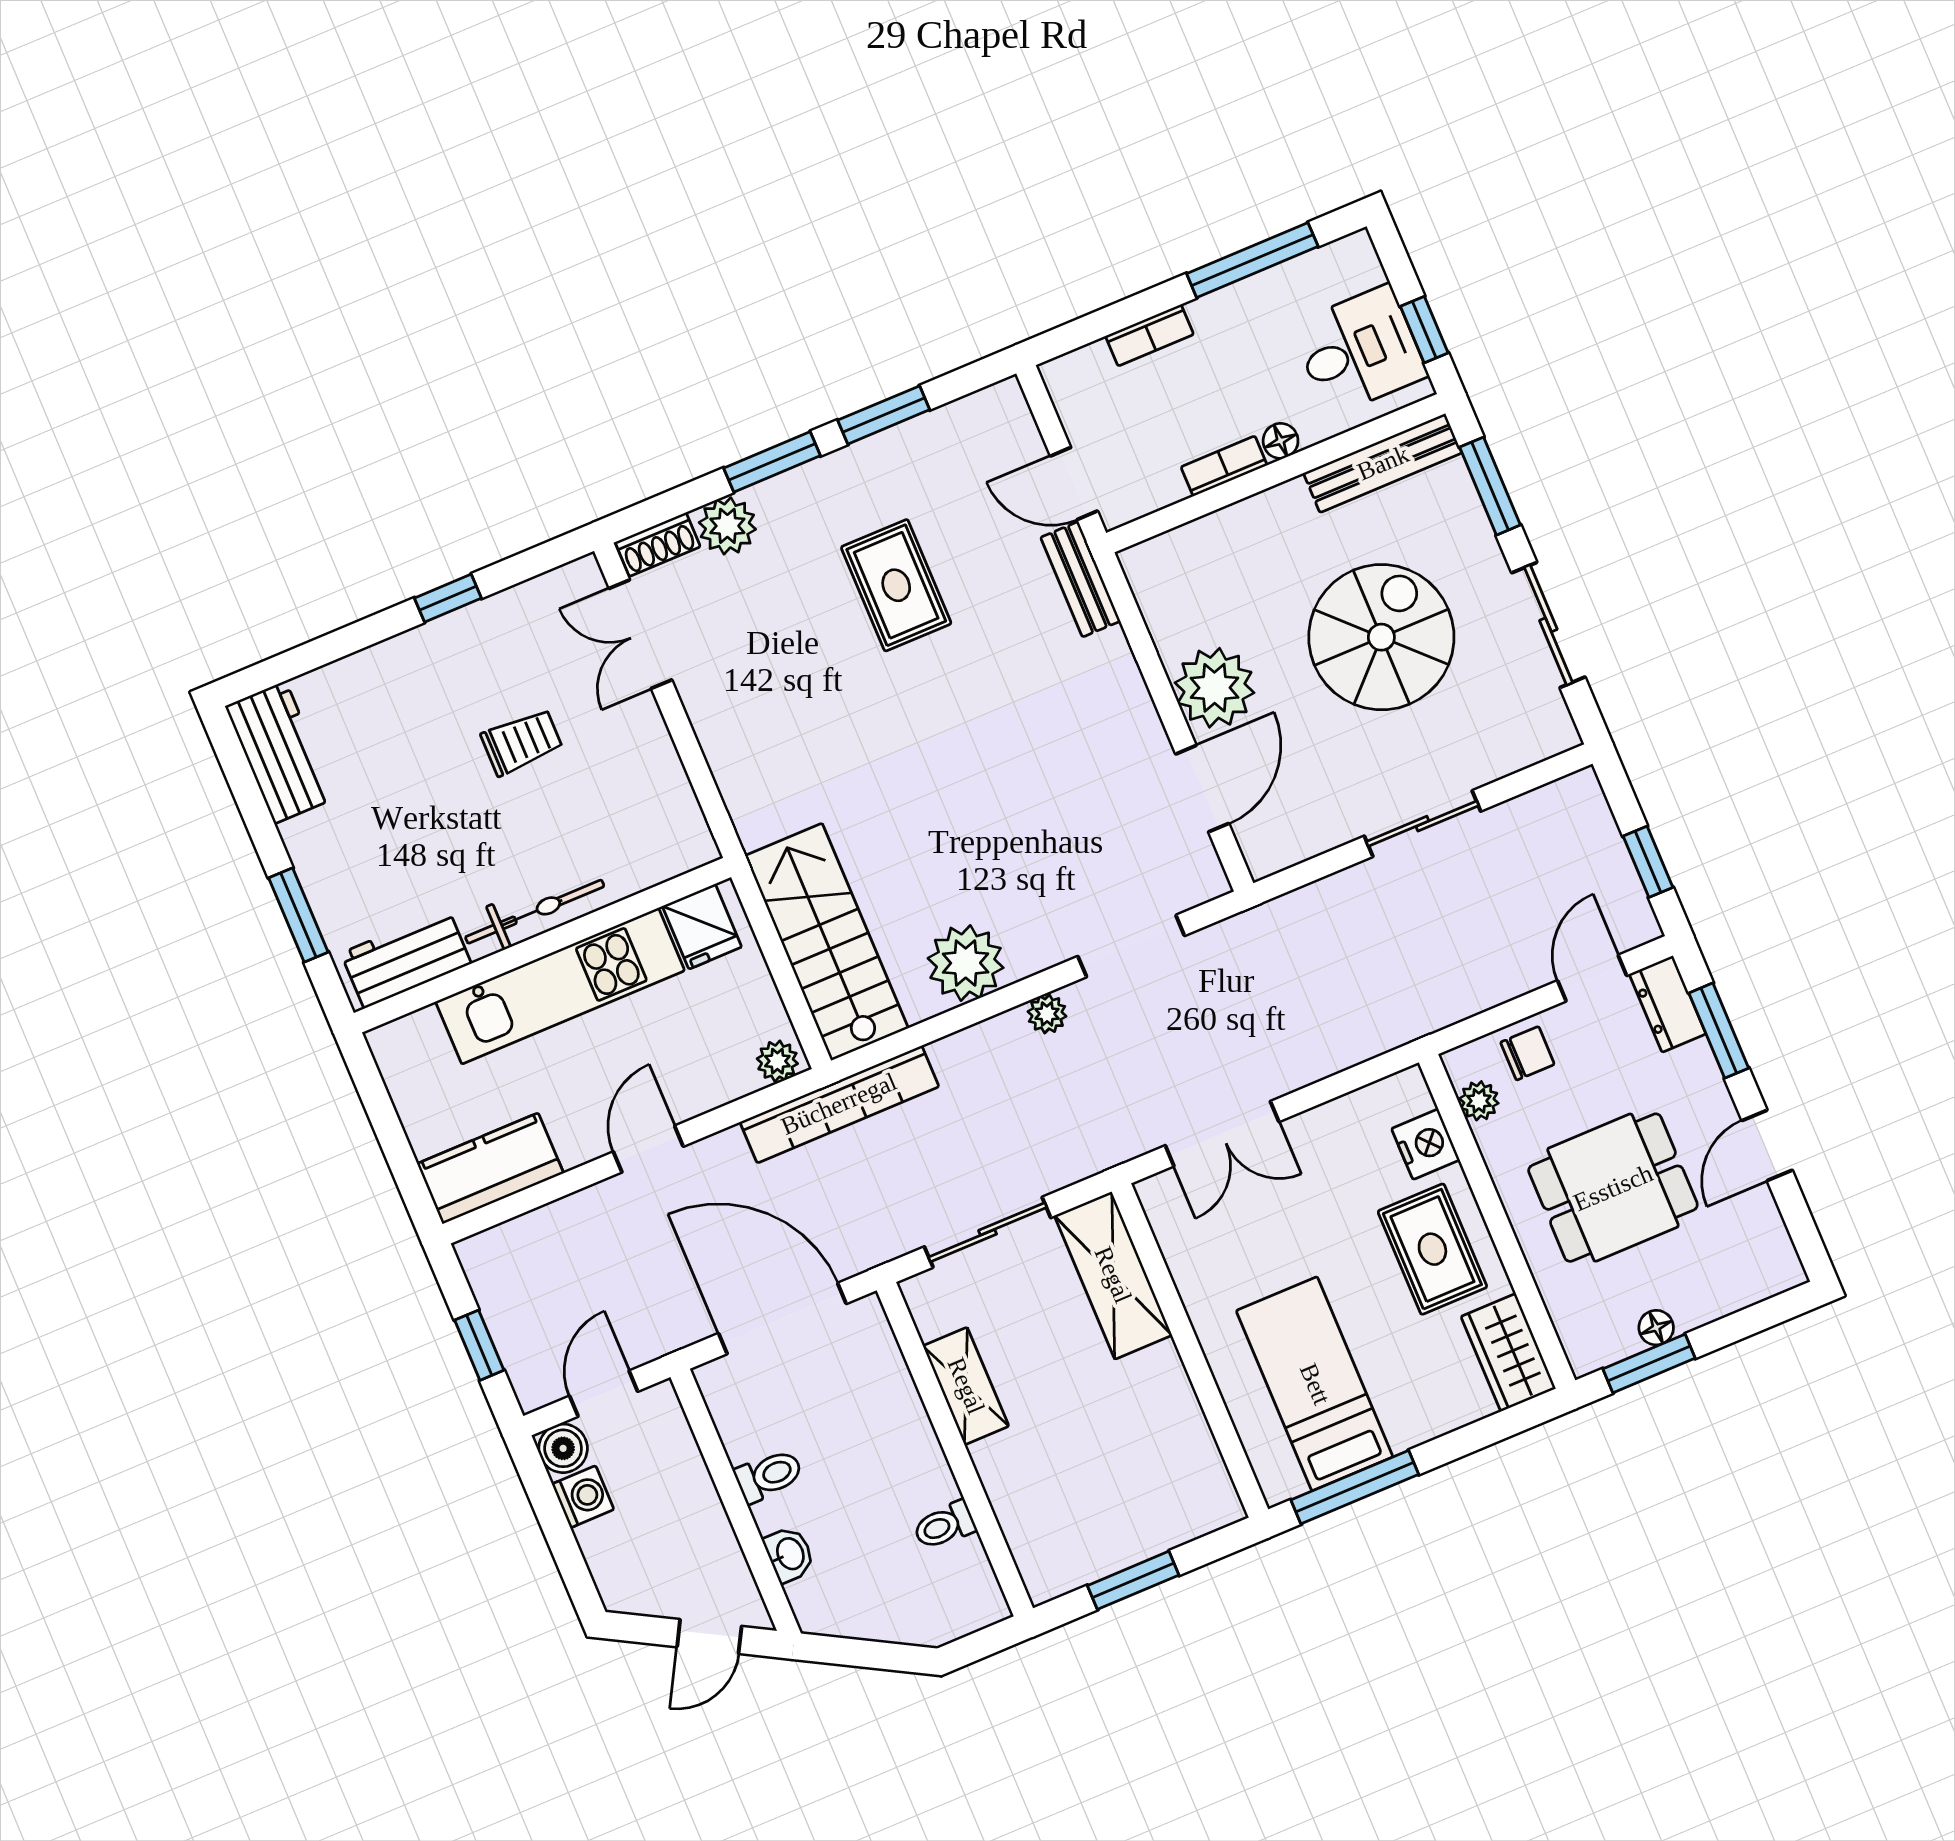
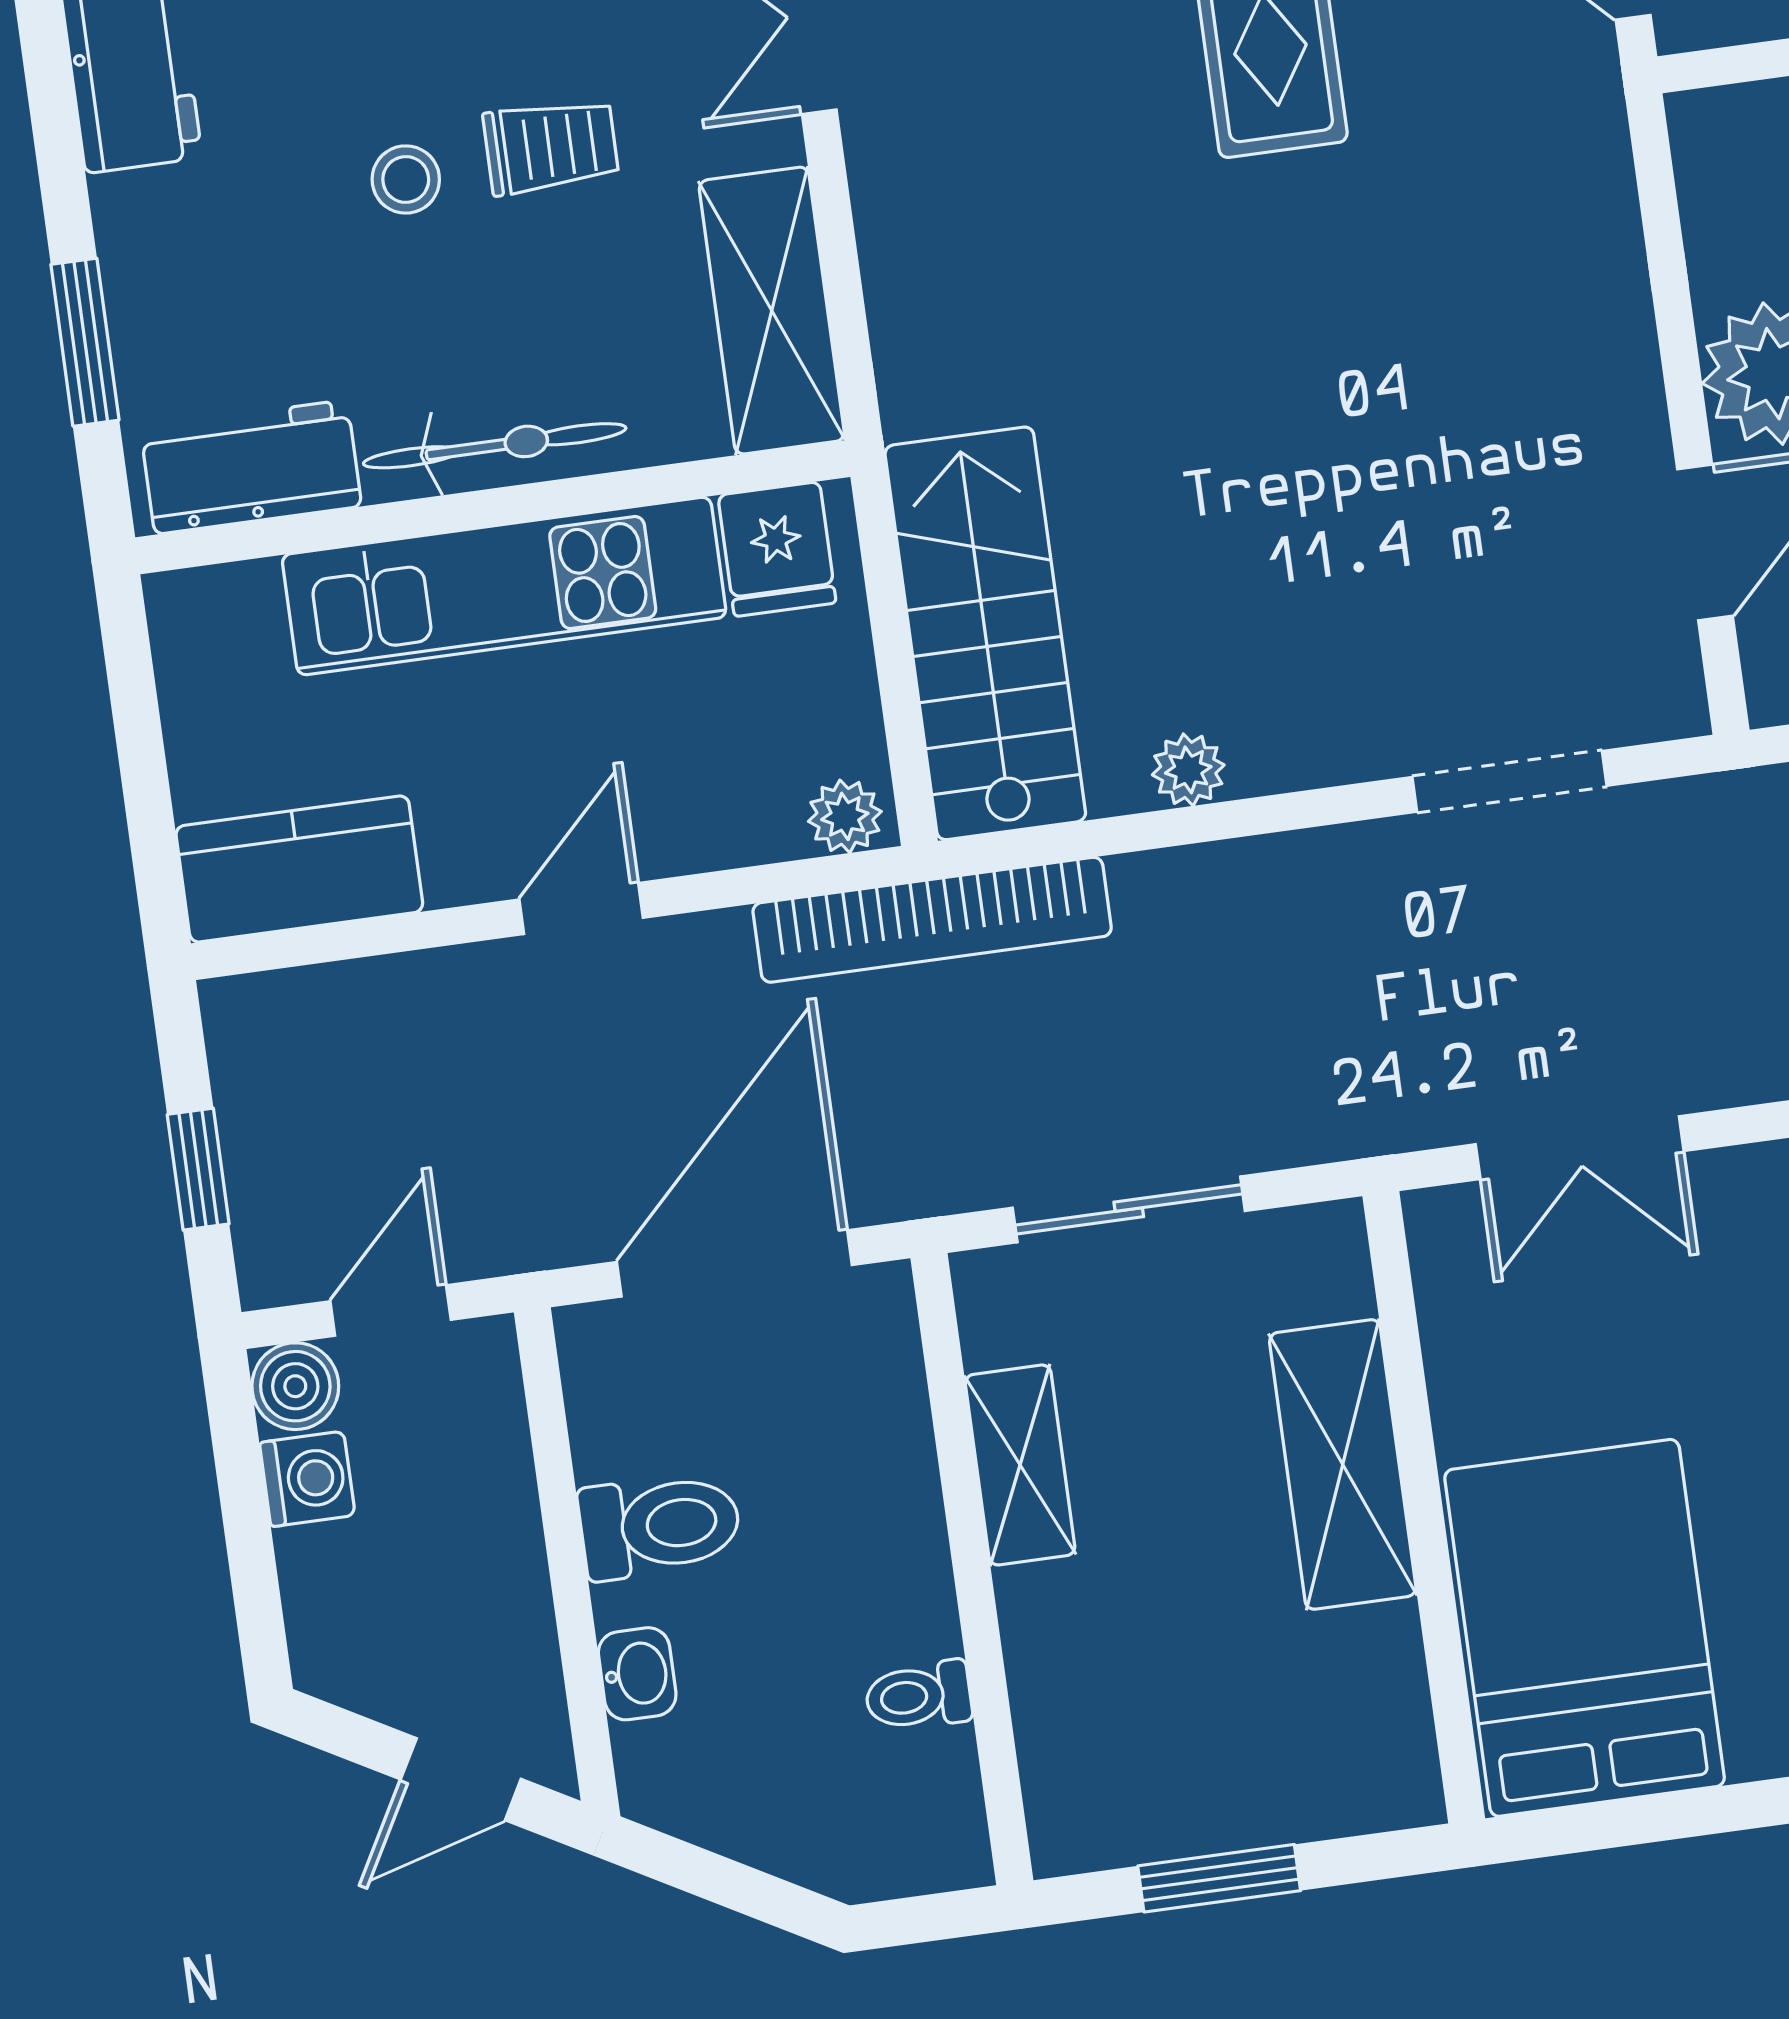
bench: (1080, 579) -> (1592, 124), removed
stool: (448, 781) -> (406, 179), added
shelving: (665, 799) -> (772, 311), added
plant: (966, 963) -> (1188, 770), width x0.53, depth x0.53
plant: (1047, 1014) -> (1333, 860), removed
shelving: (1113, 1275) -> (1343, 1464), moved
door: (782, 1319) -> (734, 1263), hinge flipped
bed: (1315, 1384) -> (1585, 1628), width x1.50
toilet: (769, 1476) -> (660, 1526), width x1.37, depth x1.39
window: (1355, 1487) -> (1645, 1820), removed

